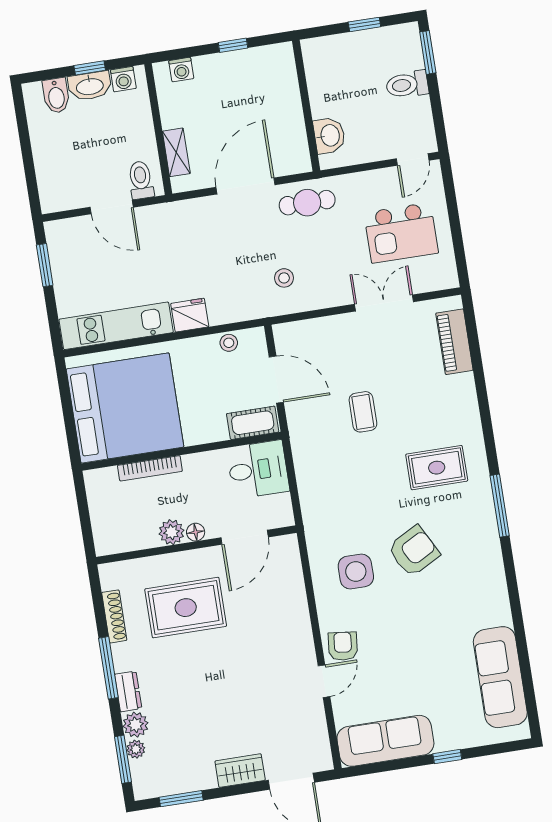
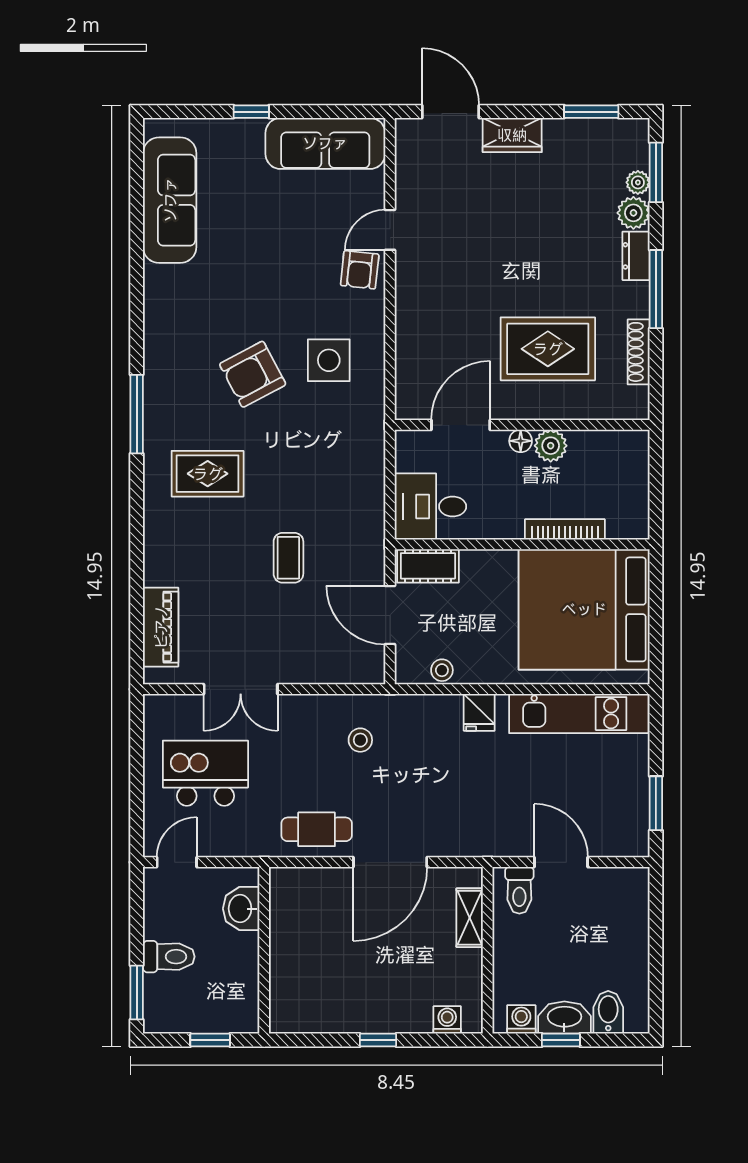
wall: (306, 106) -> (264, 950), moved
washbasin: (329, 136) -> (241, 909), moved
fridge: (190, 315) -> (479, 712), width x0.72

